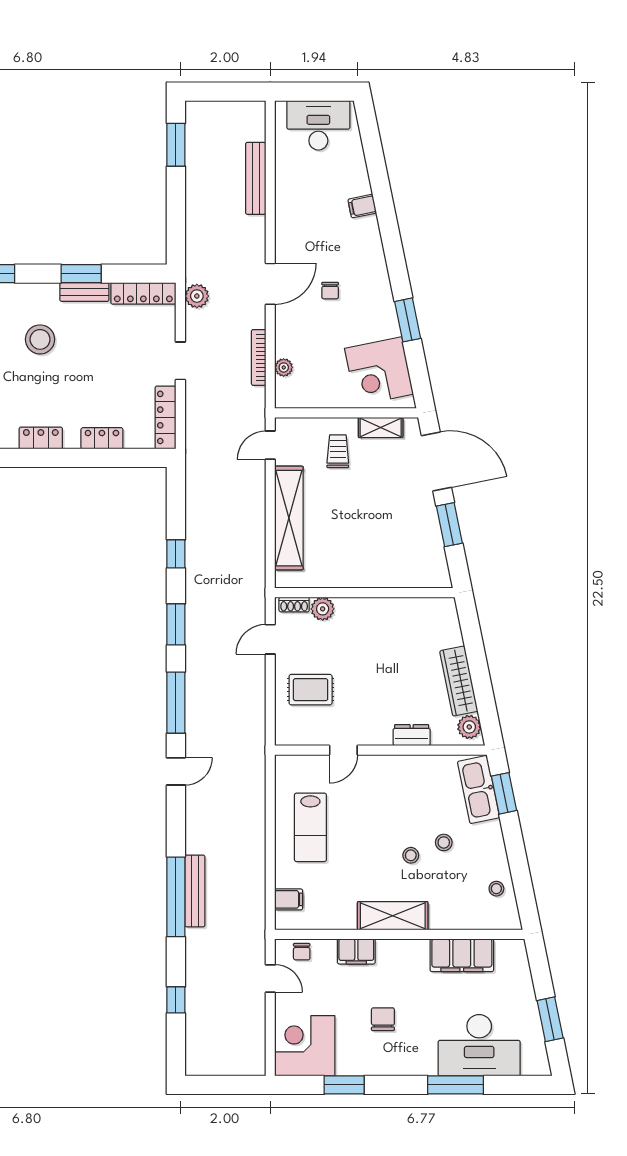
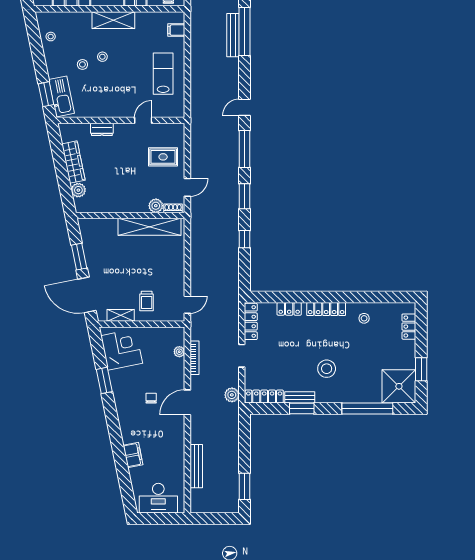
filing cabinet: (362, 206) -> (133, 455), width x2.00
locker: (41, 438) -> (326, 309), width x1.53
shelving: (289, 518) -> (149, 227), moved, turned 90
plant: (469, 727) -> (78, 190), moved

